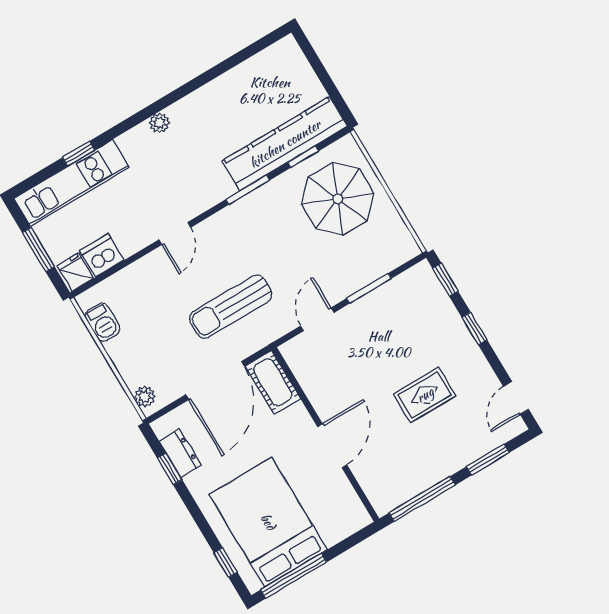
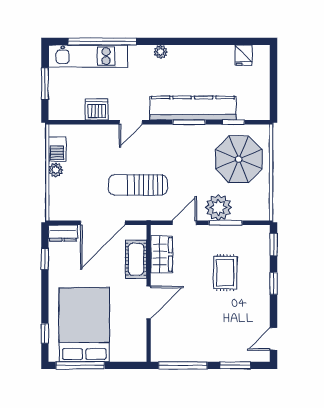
kitchen counter: (285, 144) -> (193, 108), moved
window: (79, 154) -> (102, 41), width x3.17
dishwasher: (102, 255) -> (97, 110), moved
fridge: (75, 272) -> (244, 55), moved, turned 180
plant: (348, 274) -> (218, 207), added
wardrobe: (312, 376) -> (161, 254), added
cot: (273, 382) -> (136, 259), moved
rug: (425, 395) -> (225, 273), moved, turned 90
plant: (145, 397) -> (56, 170), moved
dresser: (180, 453) -> (63, 233), moved, turned 90

